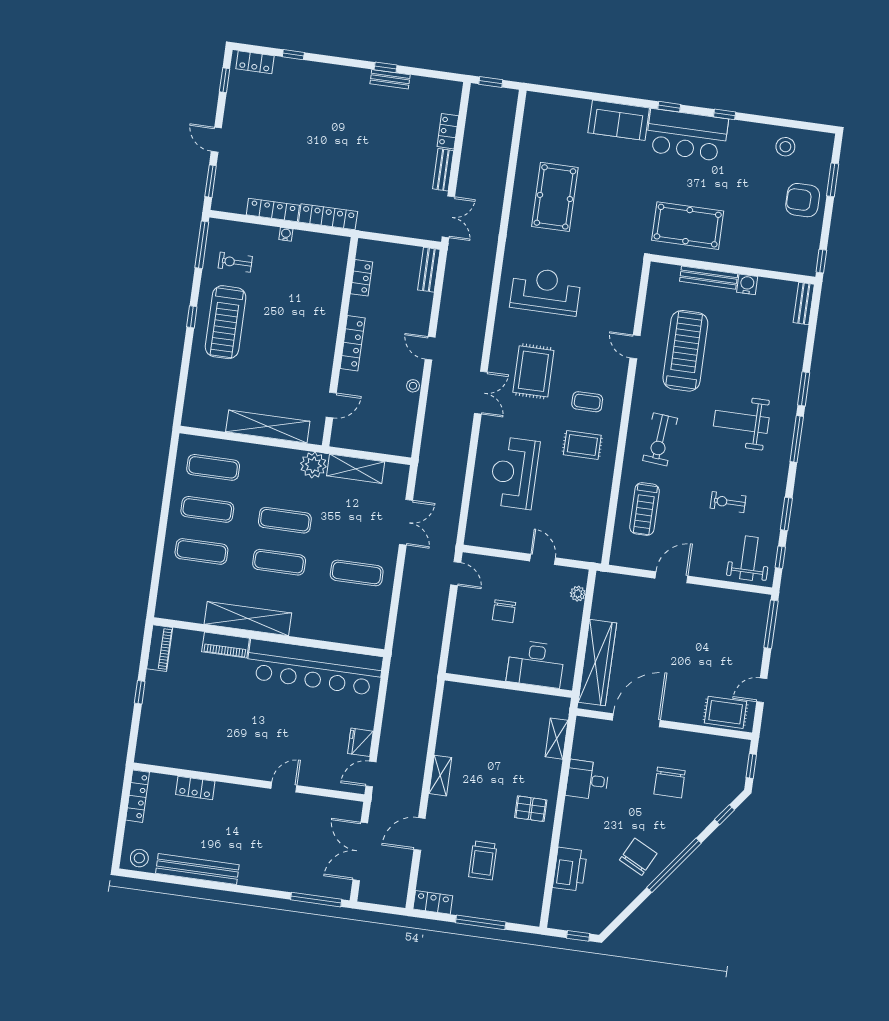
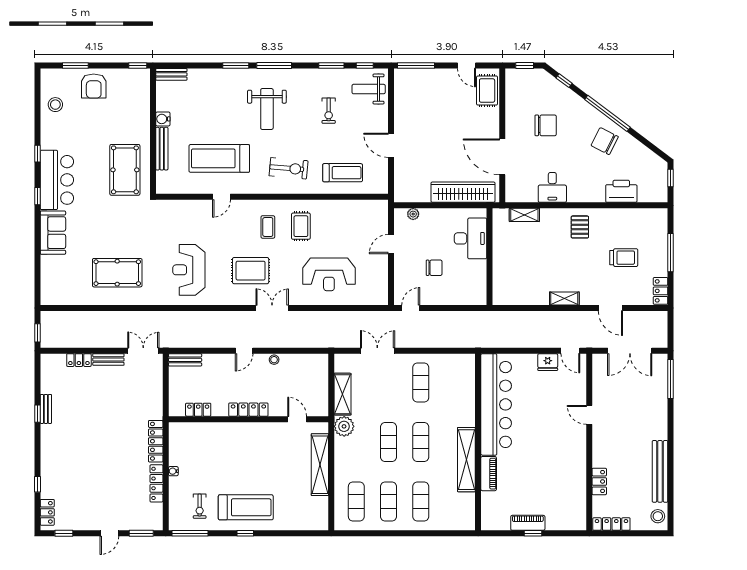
piano: (160, 648) -> (528, 523), moved

